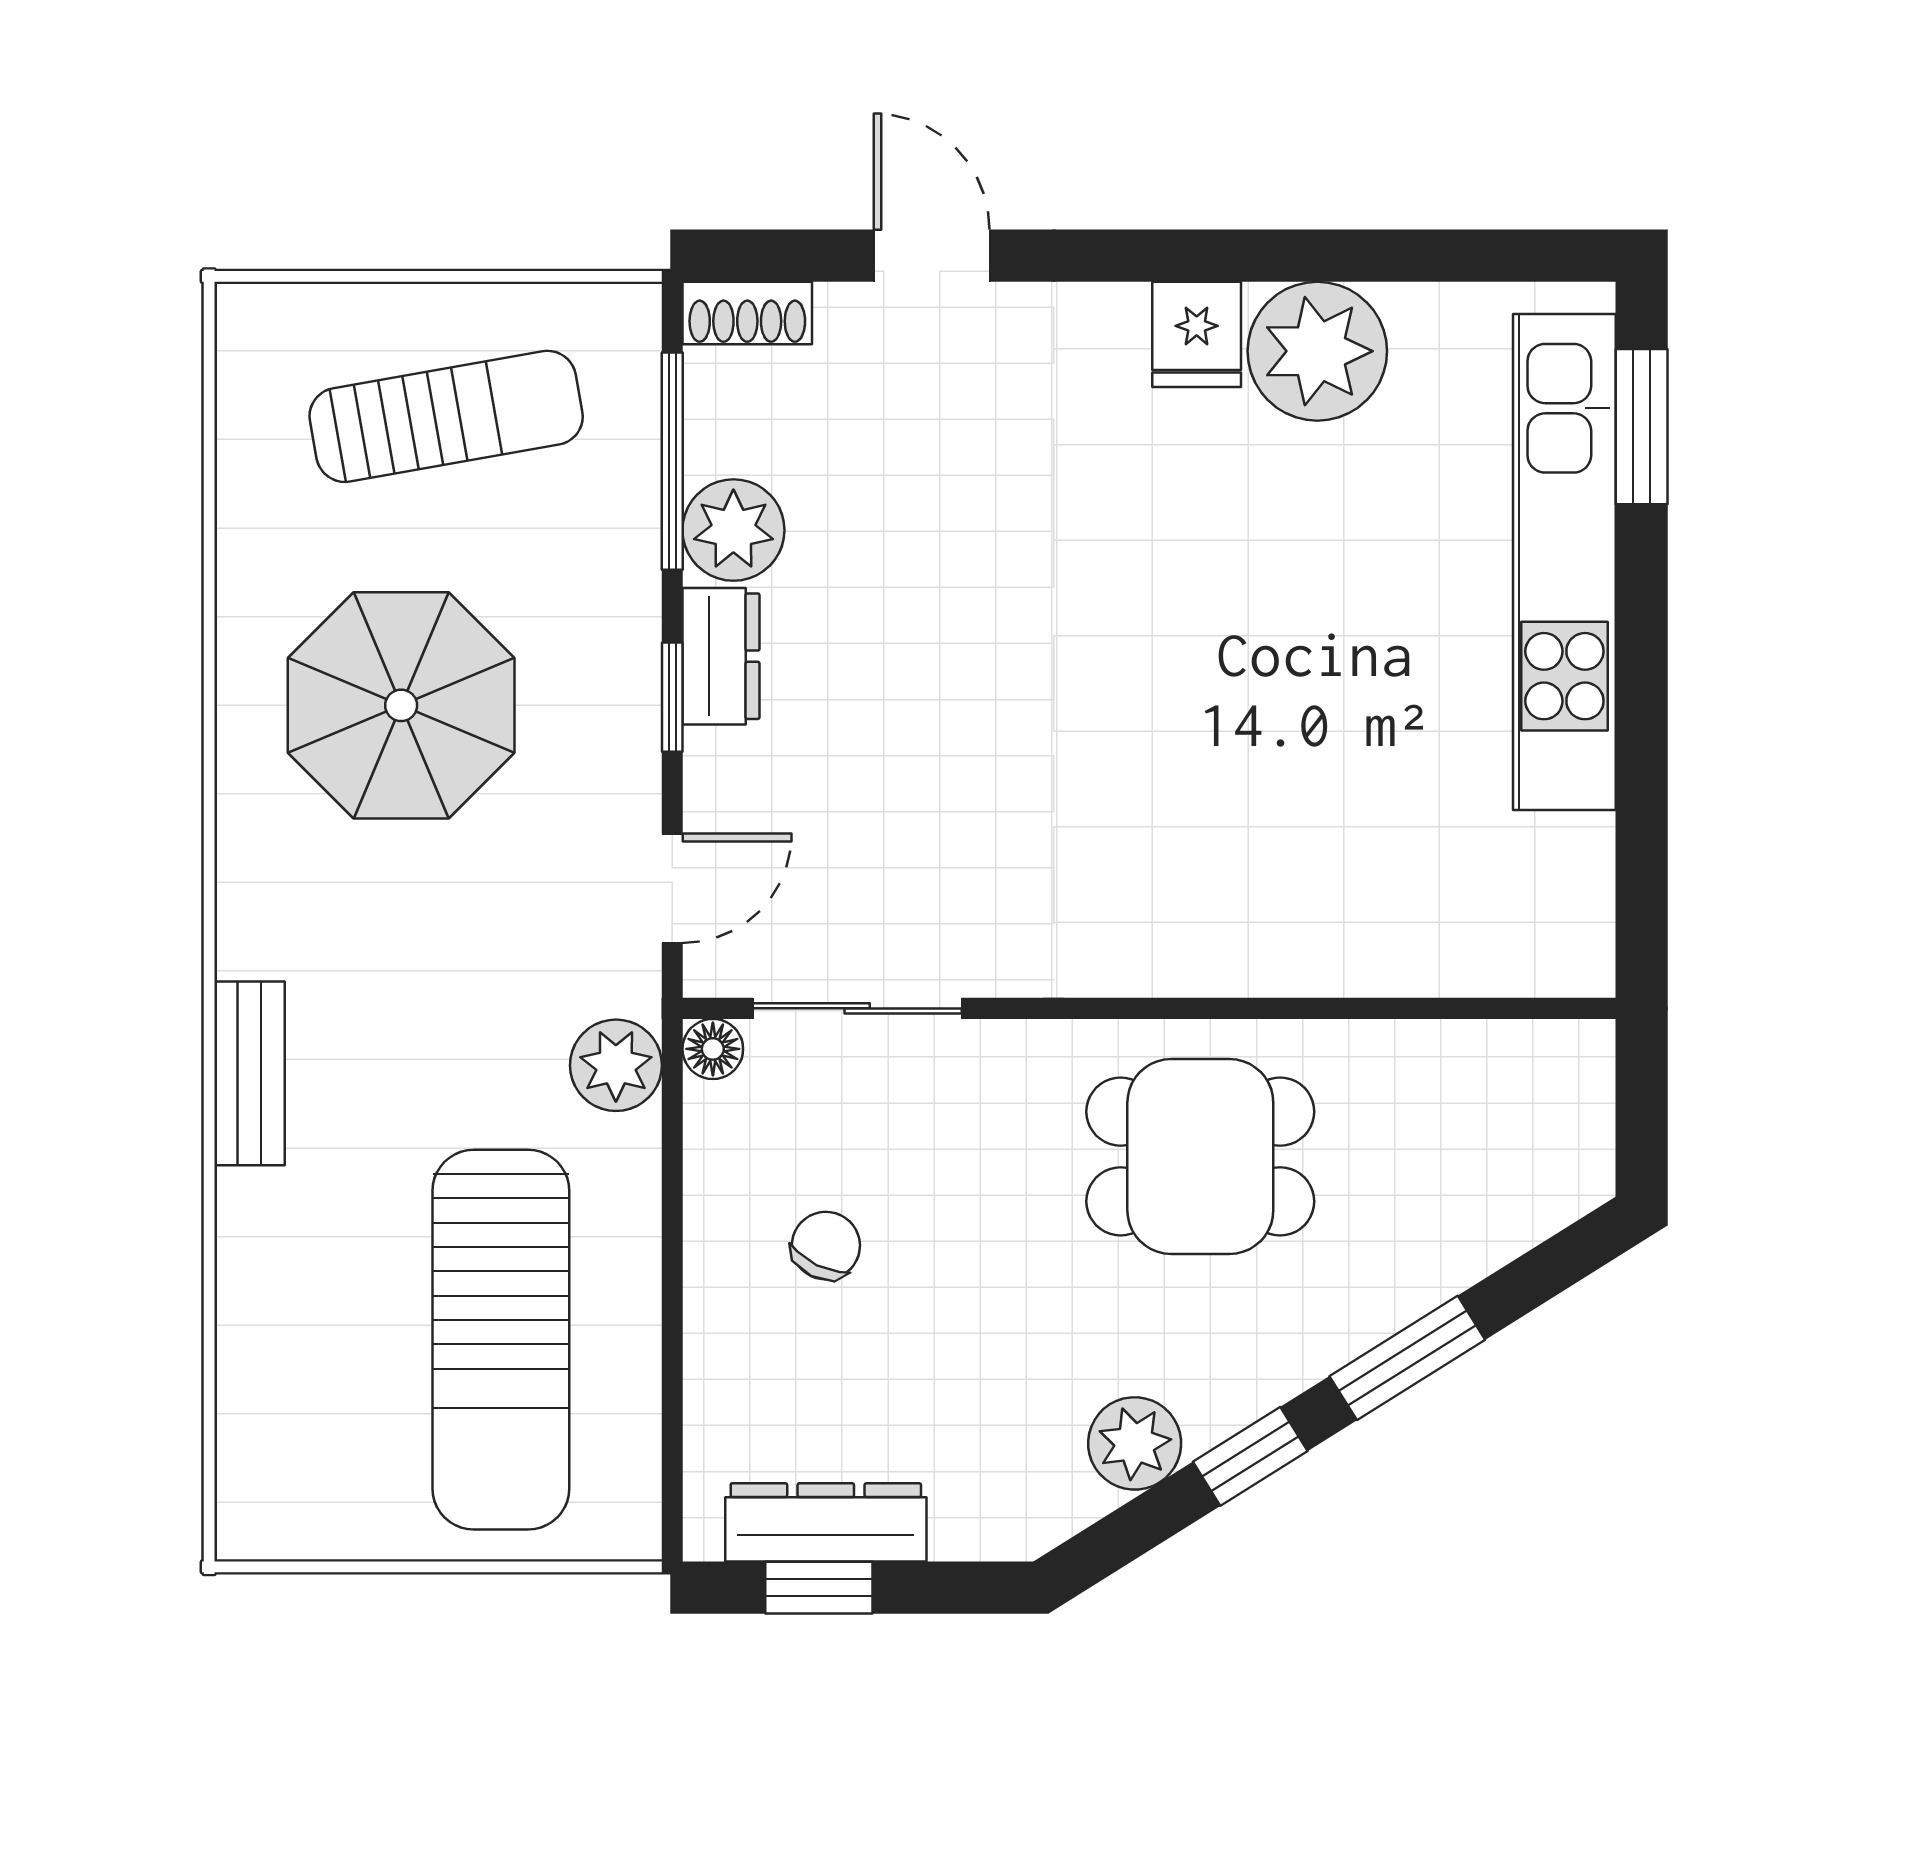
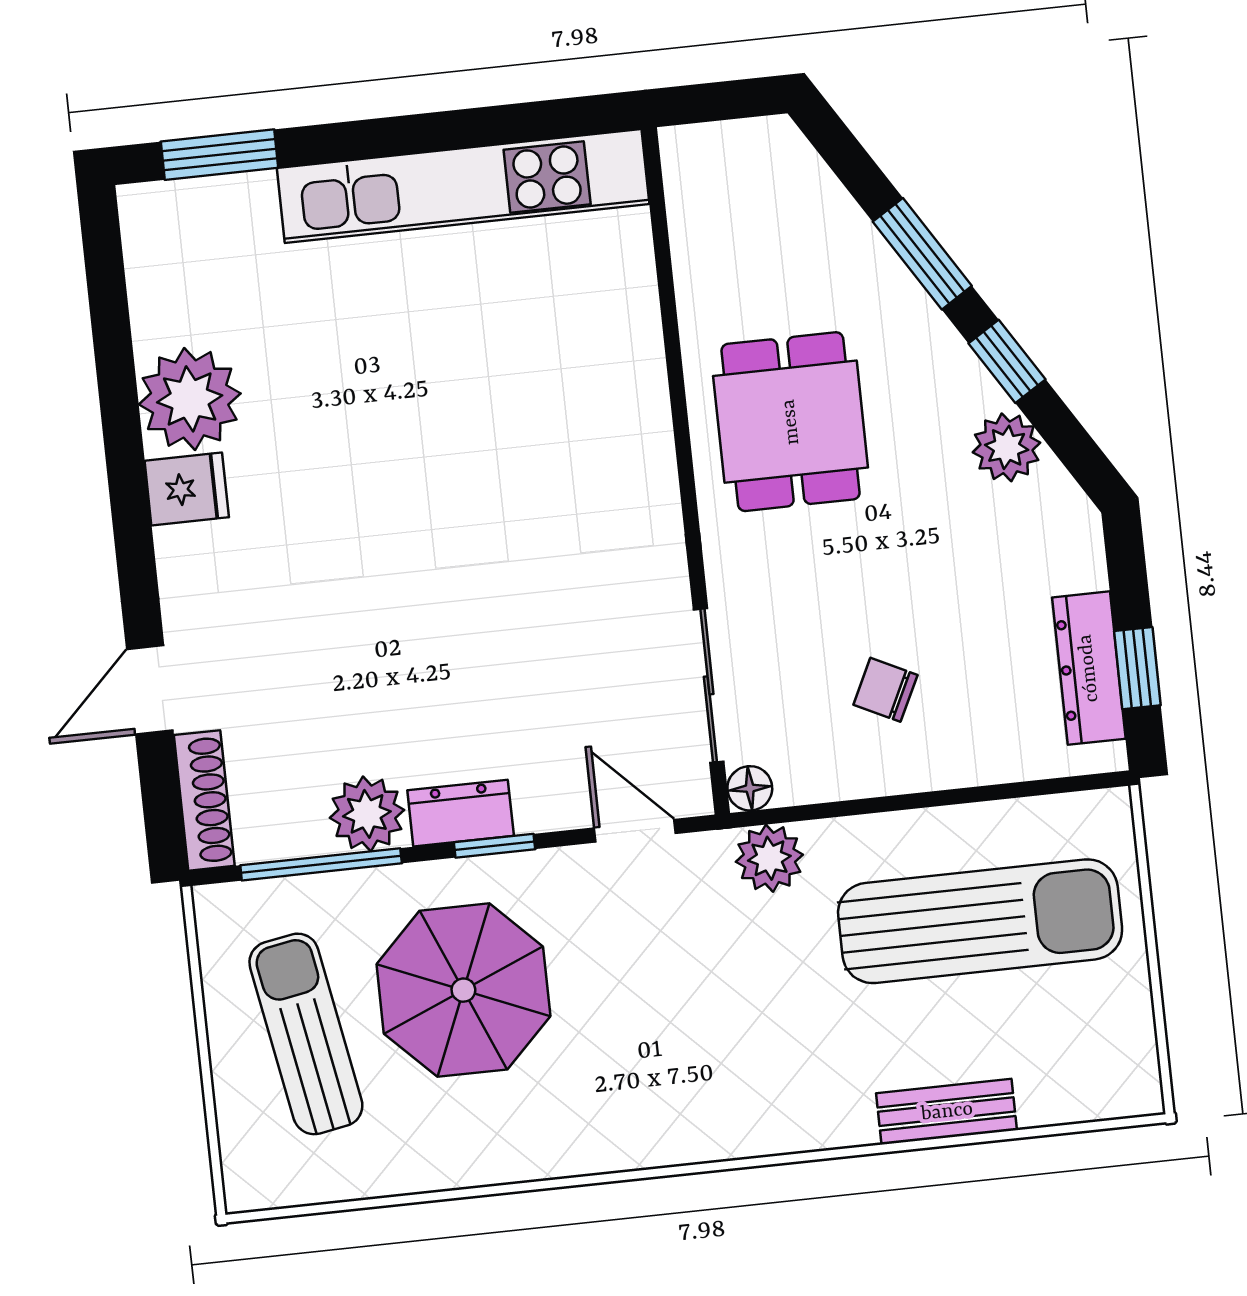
shoe rack: (747, 313) -> (204, 800), width x1.43
kitchen unit: (1564, 562) -> (463, 186), moved
parasol: (401, 705) -> (463, 990), moved
bench: (249, 1073) -> (947, 1112), moved

